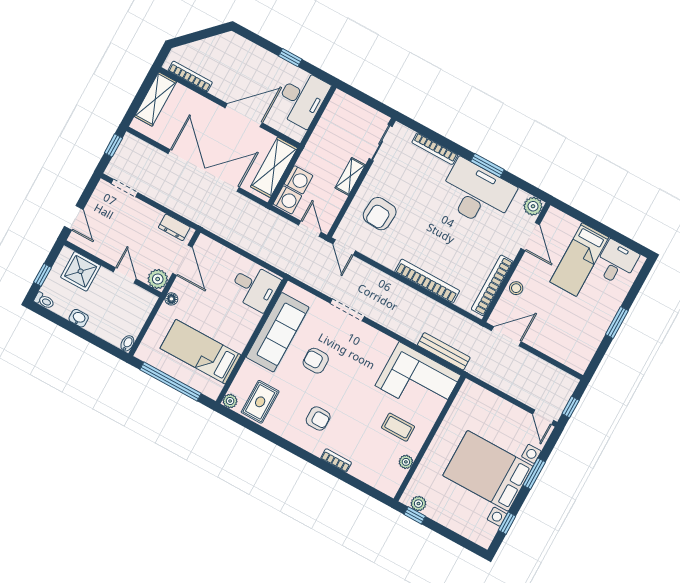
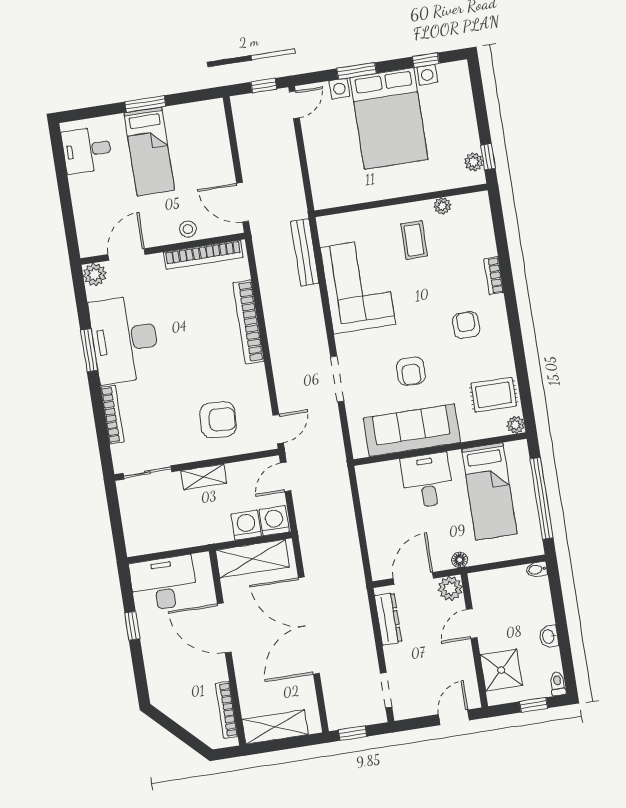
dresser: (174, 227) -> (388, 619), width x1.44
bed: (579, 260) -> (149, 152), moved, turned 90
desk: (255, 287) -> (427, 480), moved
corner sofa: (418, 381) -> (358, 286), moved

